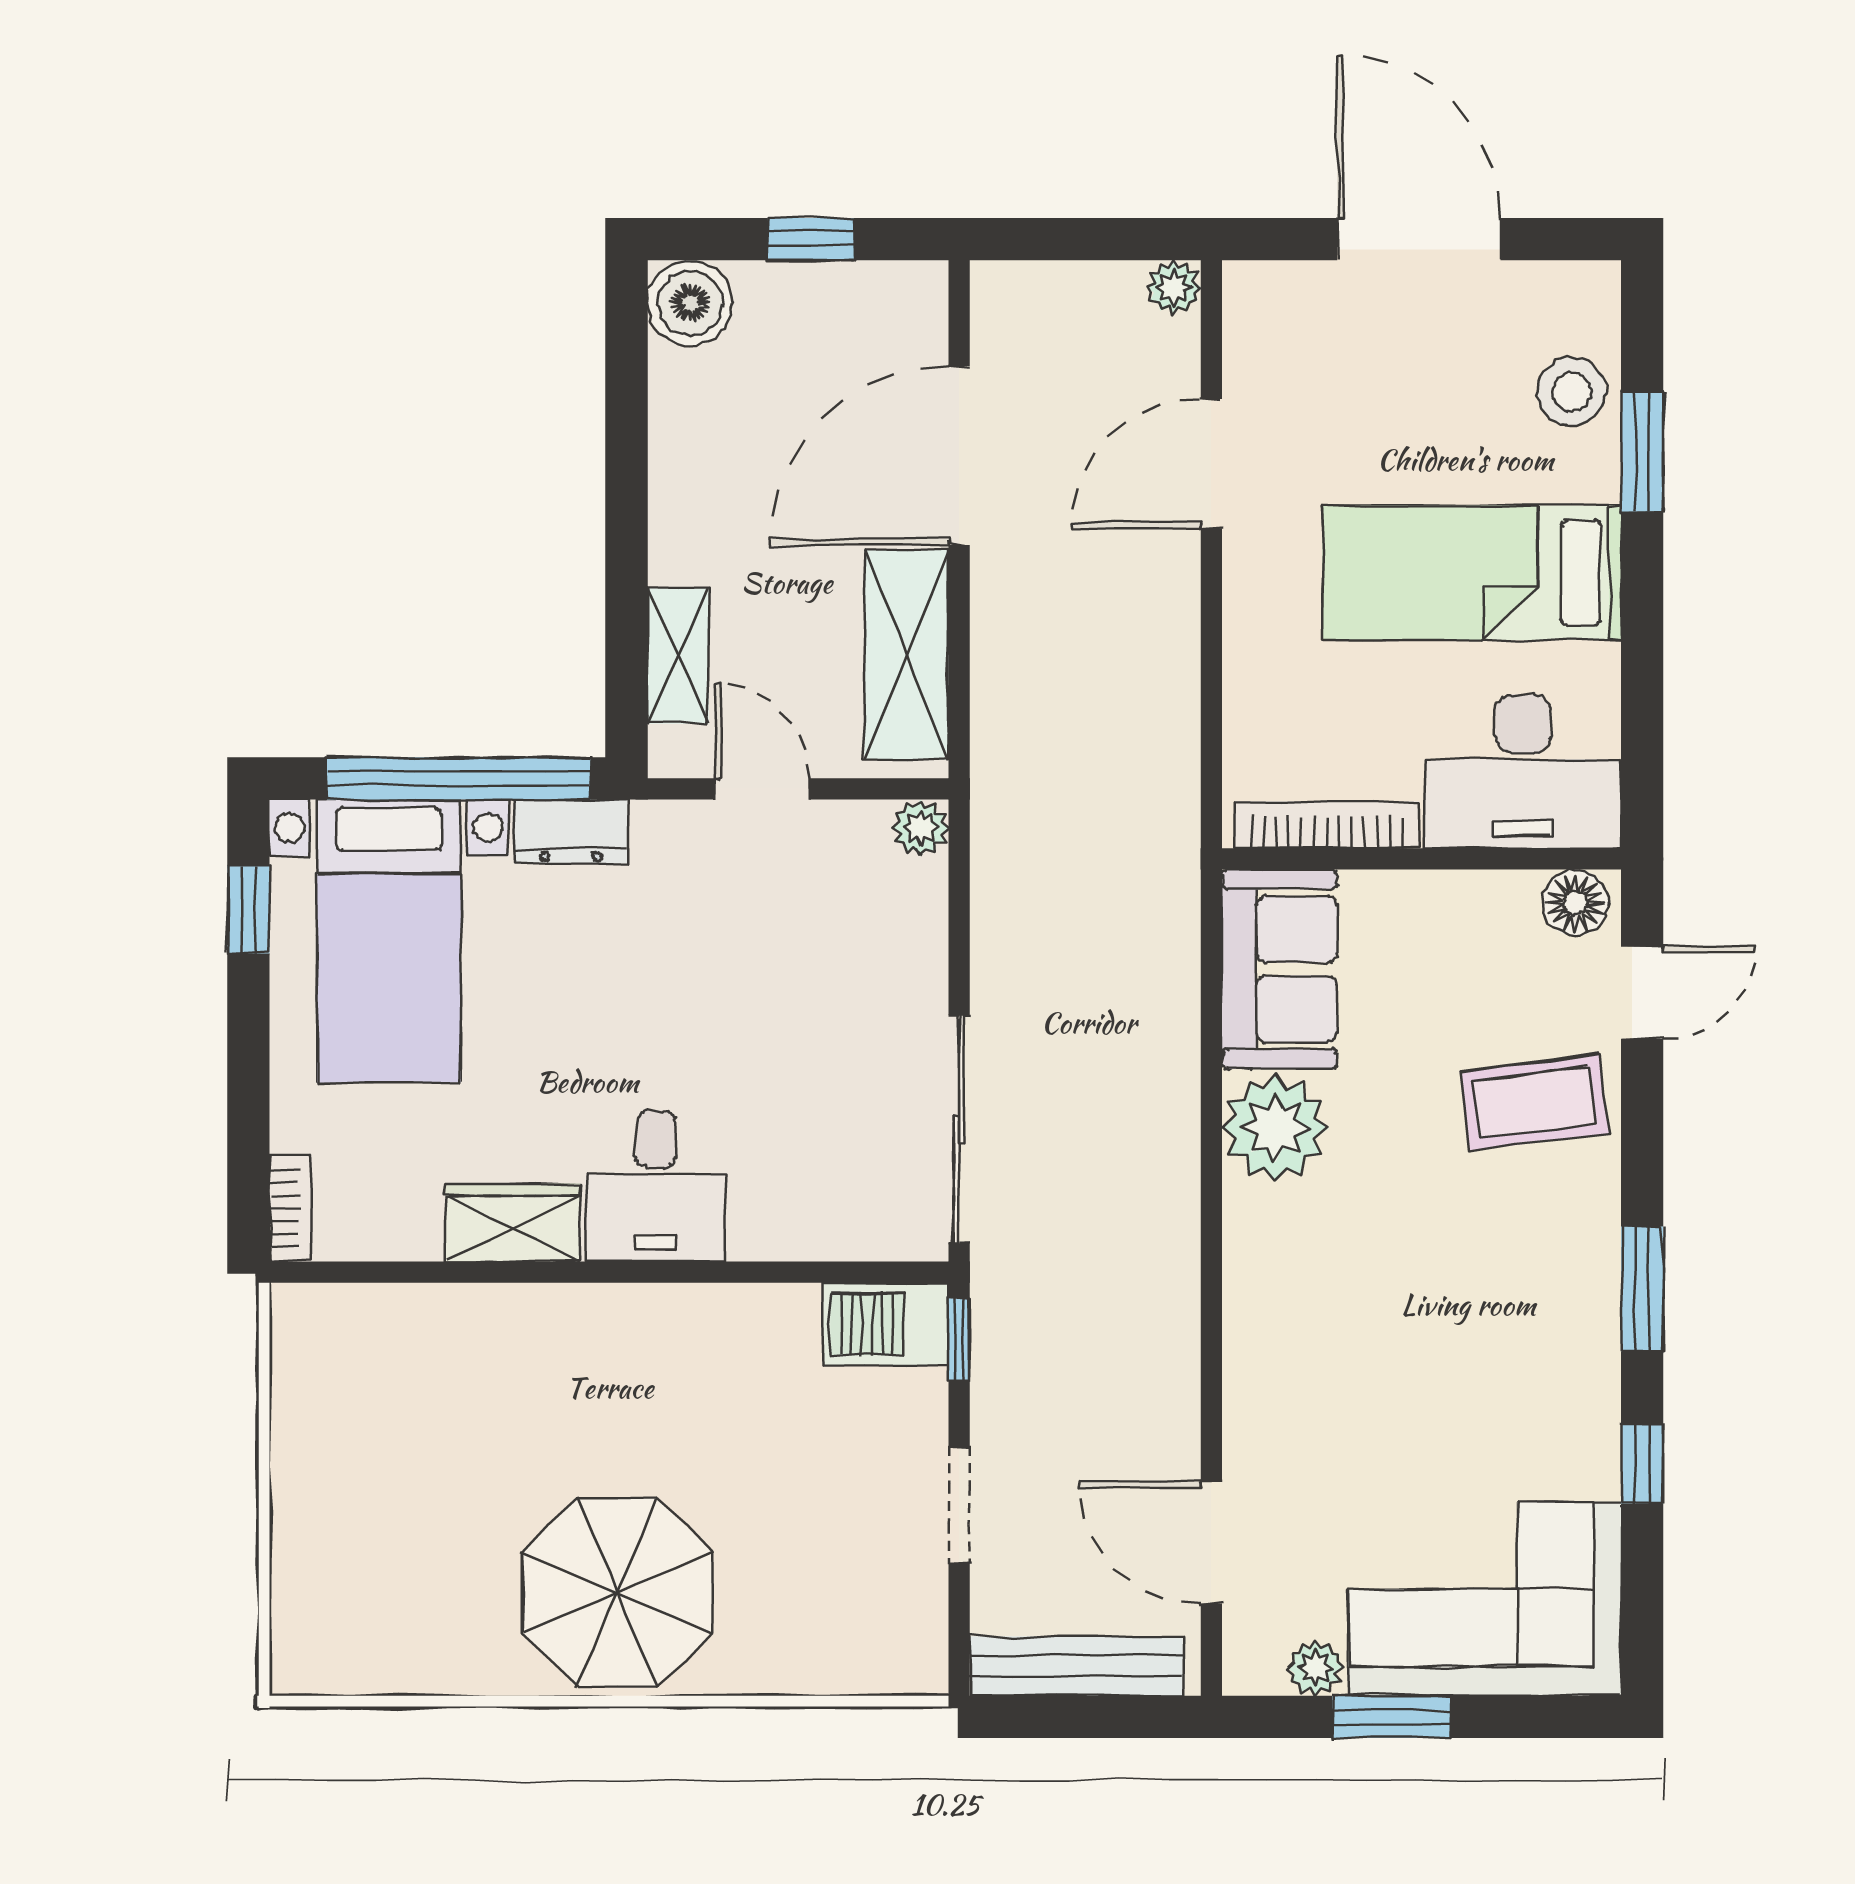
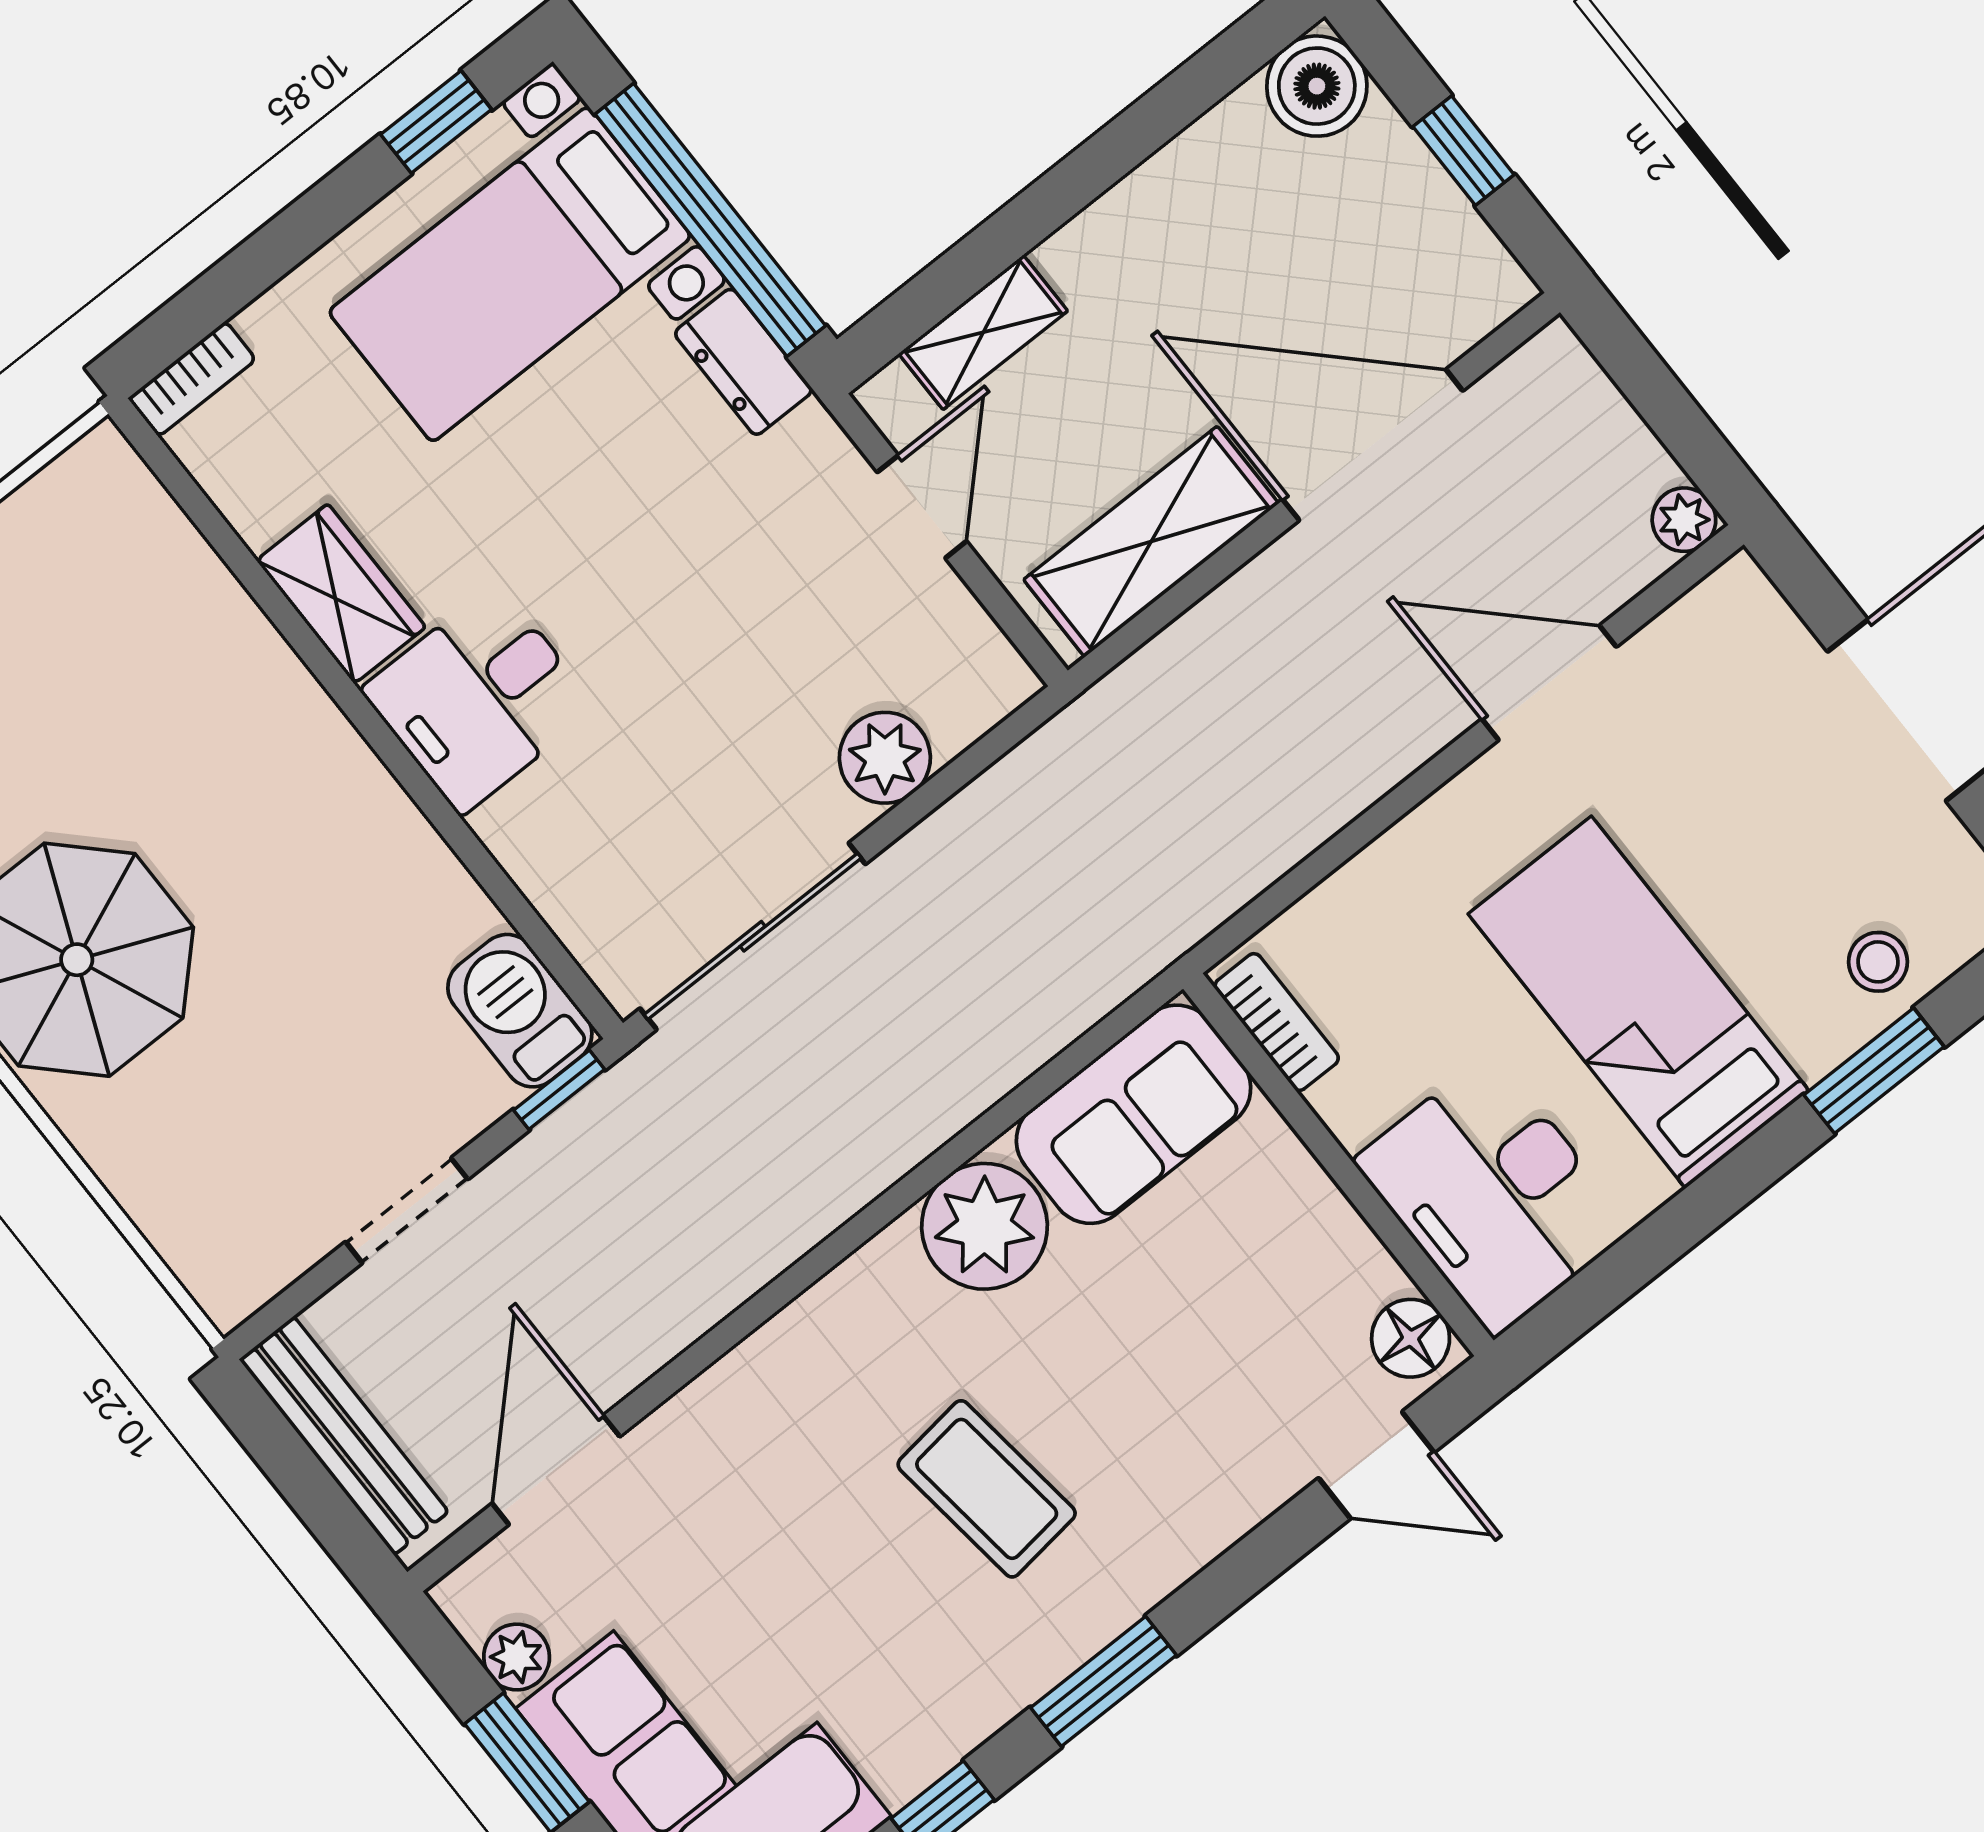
stool: (1572, 392) -> (1878, 962), width x0.73, depth x0.73
bookcase: (1327, 825) -> (1277, 1022), width x0.64
plant: (921, 828) -> (885, 758), moved, width x1.38, depth x1.38
coffee table: (1534, 1102) -> (987, 1489), moved

